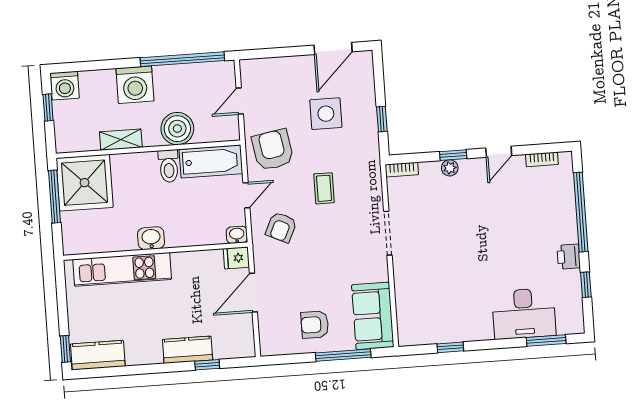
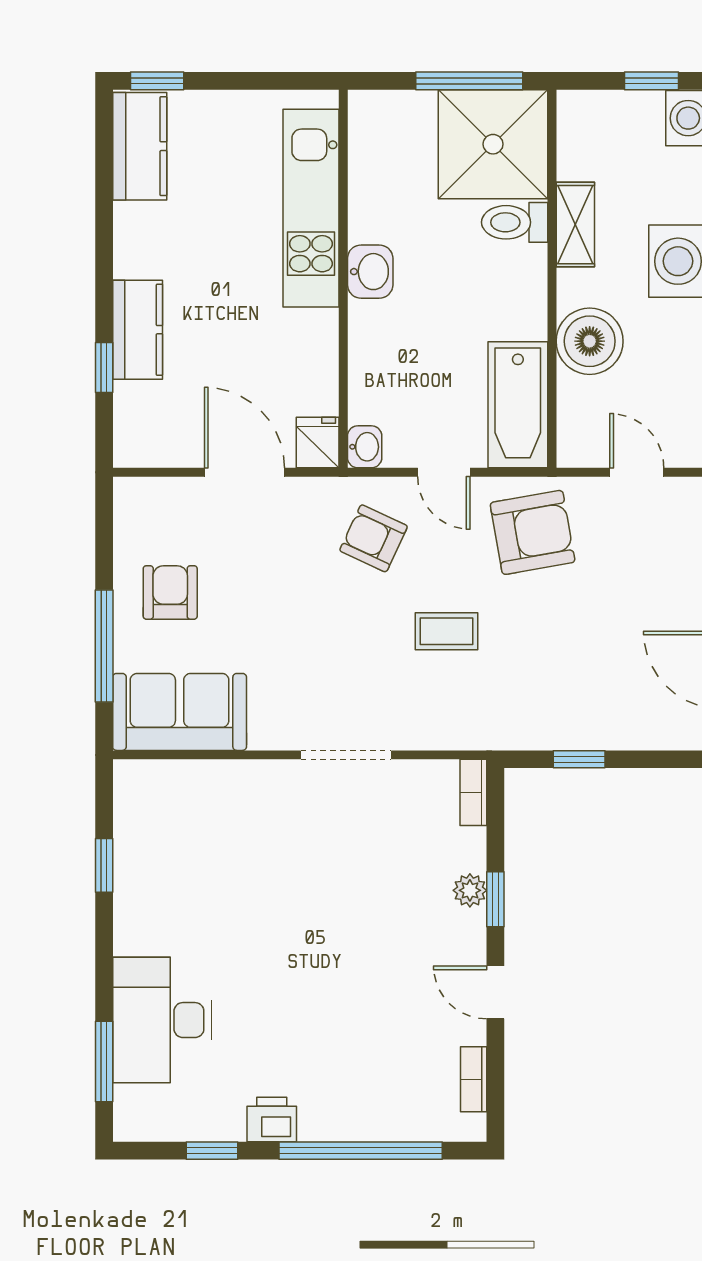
side table: (326, 114) -> (598, 646), removed
toilet: (169, 166) -> (515, 222), moved

